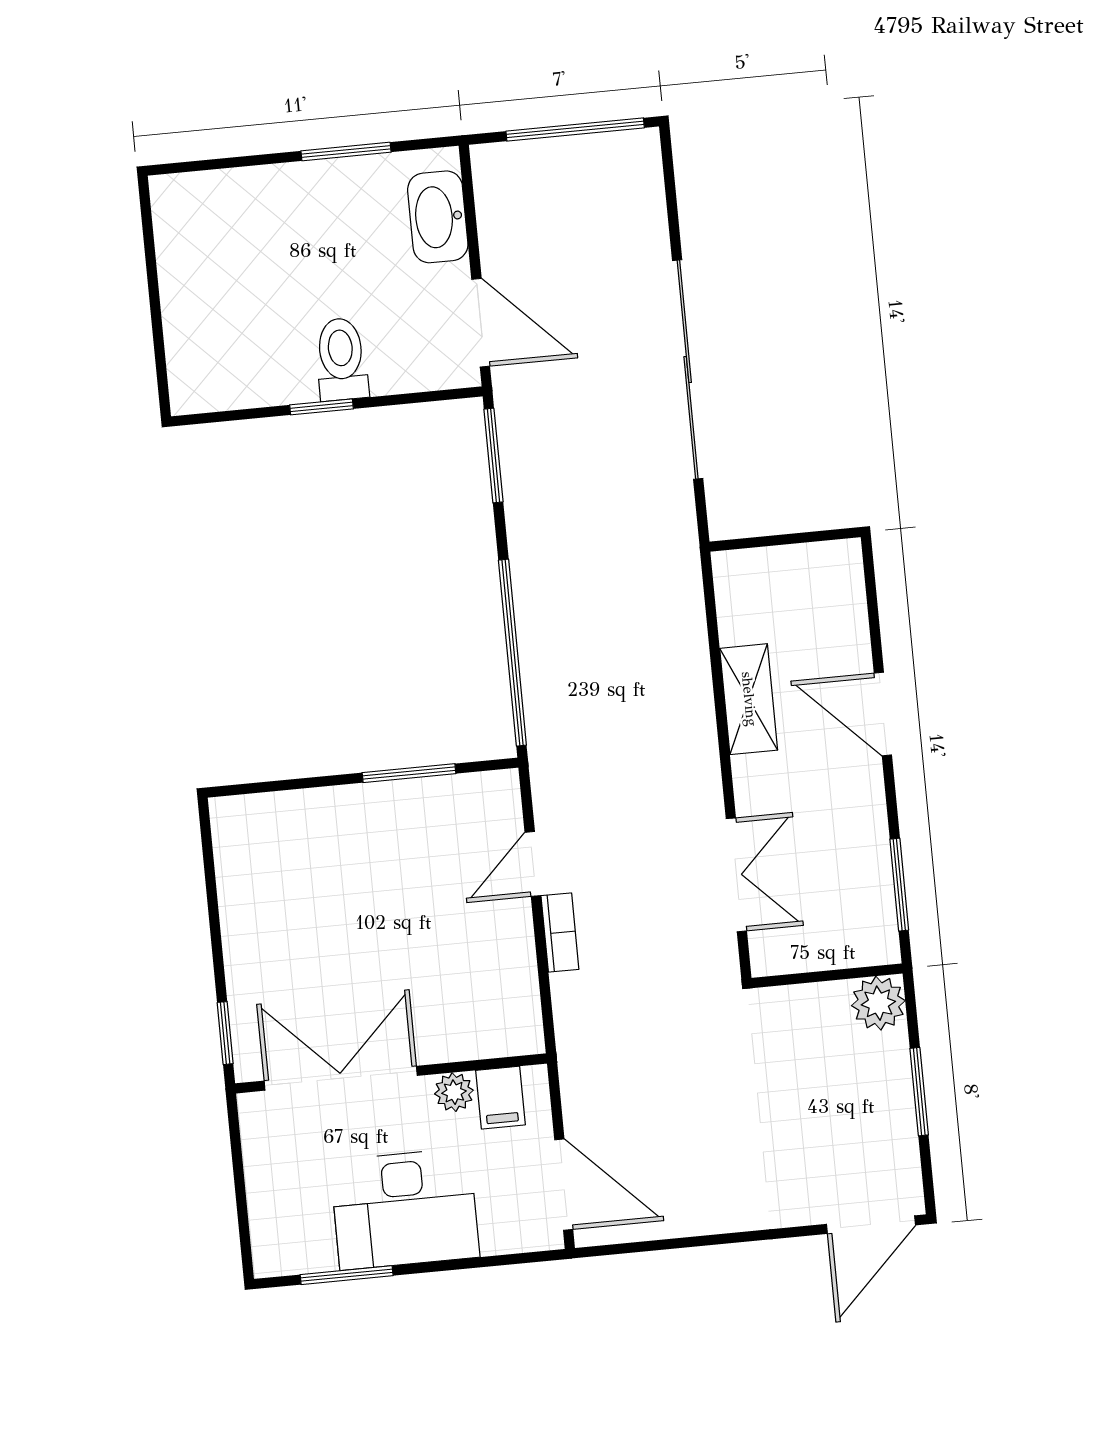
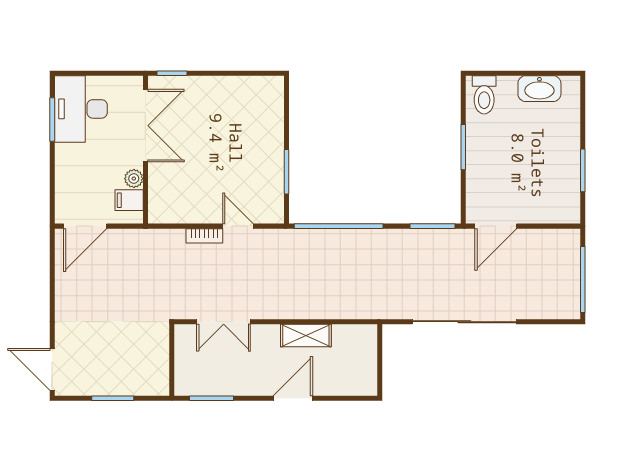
washbasin: (438, 217) -> (539, 89), moved, turned 180
toilet: (341, 359) -> (484, 95), moved, turned 90
window: (321, 407) -> (463, 147), width x1.50
plant: (878, 1003) -> (156, 383), removed
desk: (405, 1209) -> (81, 109), moved

